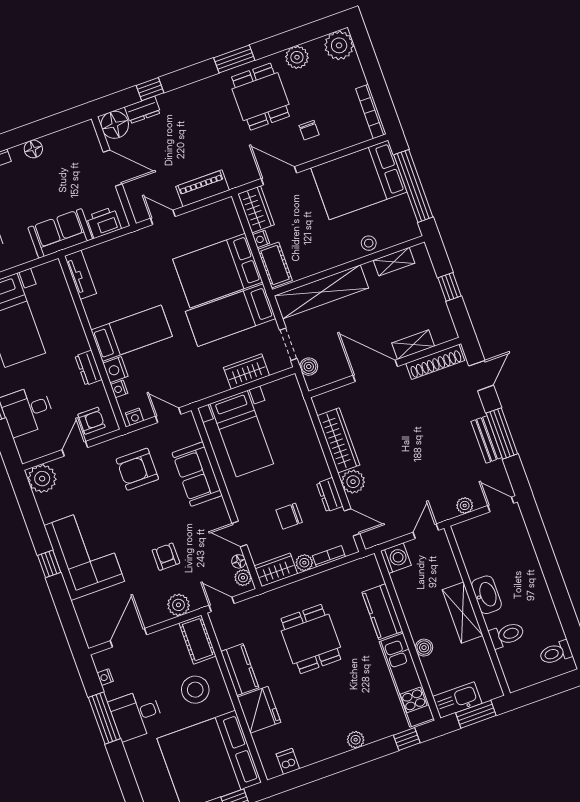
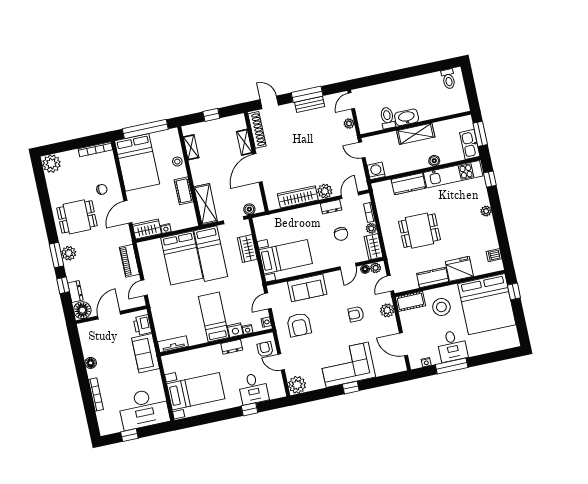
plant: (297, 57) -> (69, 253), moved
window: (234, 59) -> (57, 255), moved
cot: (275, 265) -> (184, 191), moved, turned 90
shelving: (321, 292) -> (206, 204), width x0.68
toilet: (507, 635) -> (387, 118), moved

